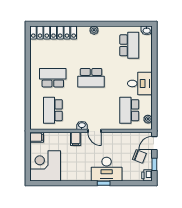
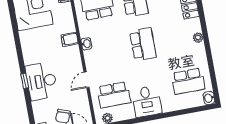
school desk: (91, 78) -> (143, 44), turned 180
school desk: (129, 110) -> (114, 95), turned 180
door: (94, 131) -> (86, 80), moved

